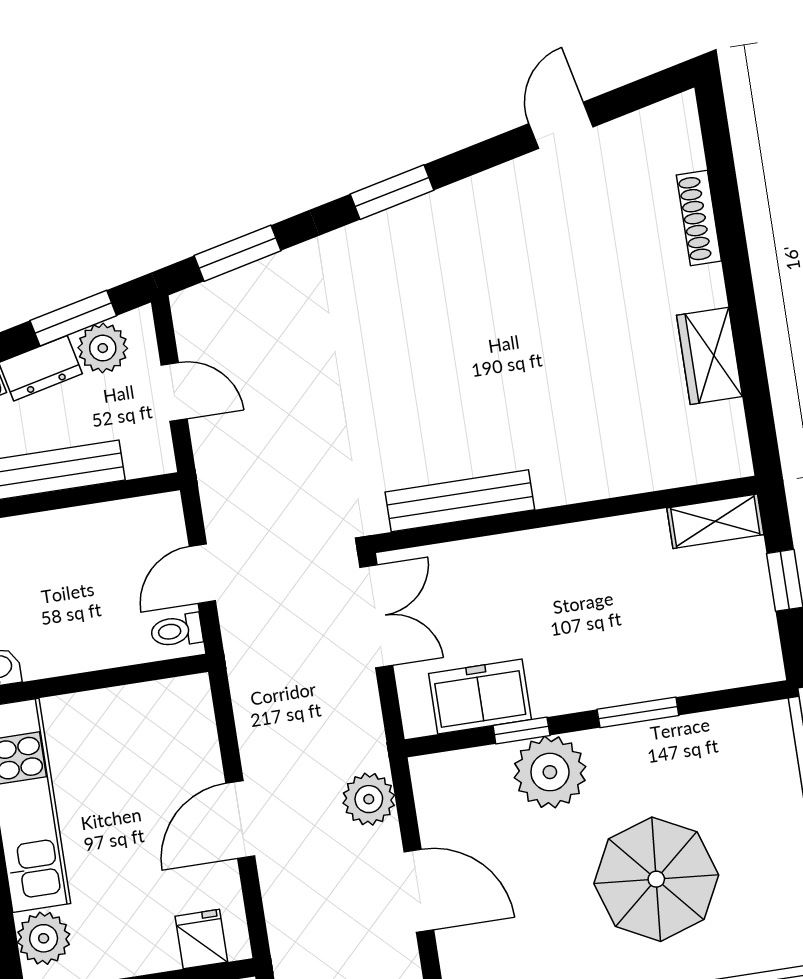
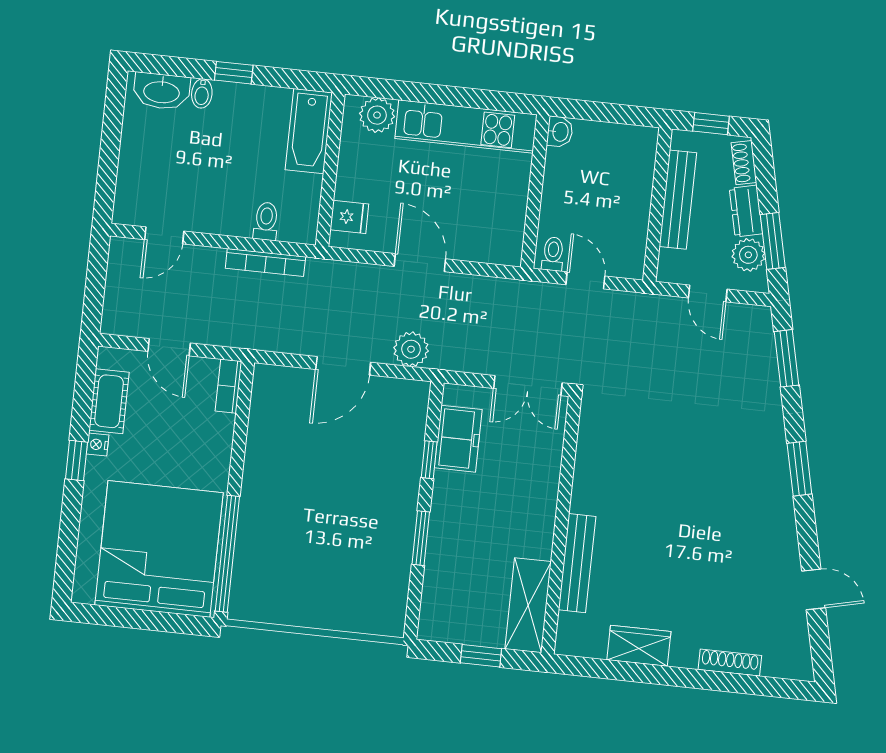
door: (174, 392) -> (708, 293), hinge flipped
bench: (460, 501) -> (577, 563), moved
shelving: (715, 521) -> (528, 605), width x1.50, depth x1.33
plant: (550, 772) -> (397, 471), removed
parasol: (656, 879) -> (310, 521), removed

